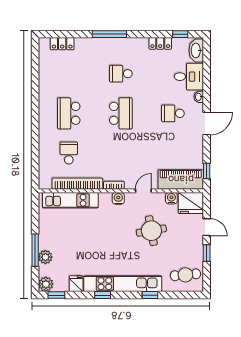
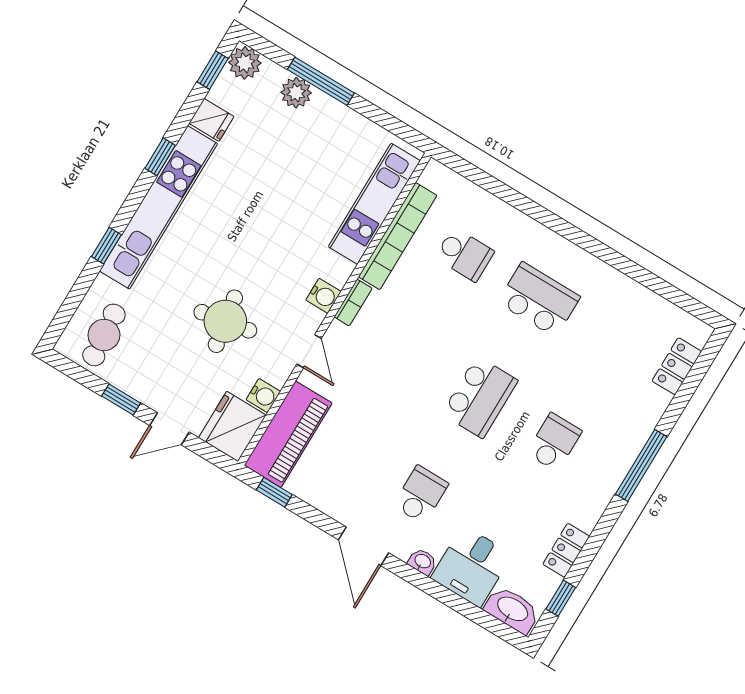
school desk: (121, 113) -> (480, 397), turned -90

